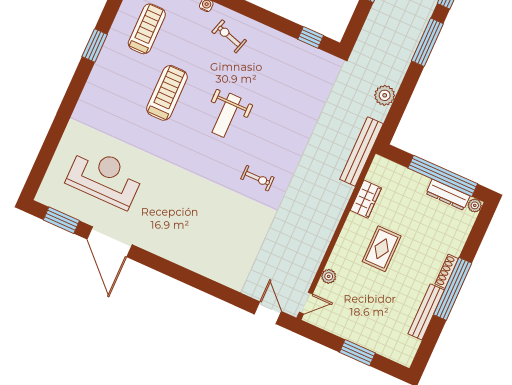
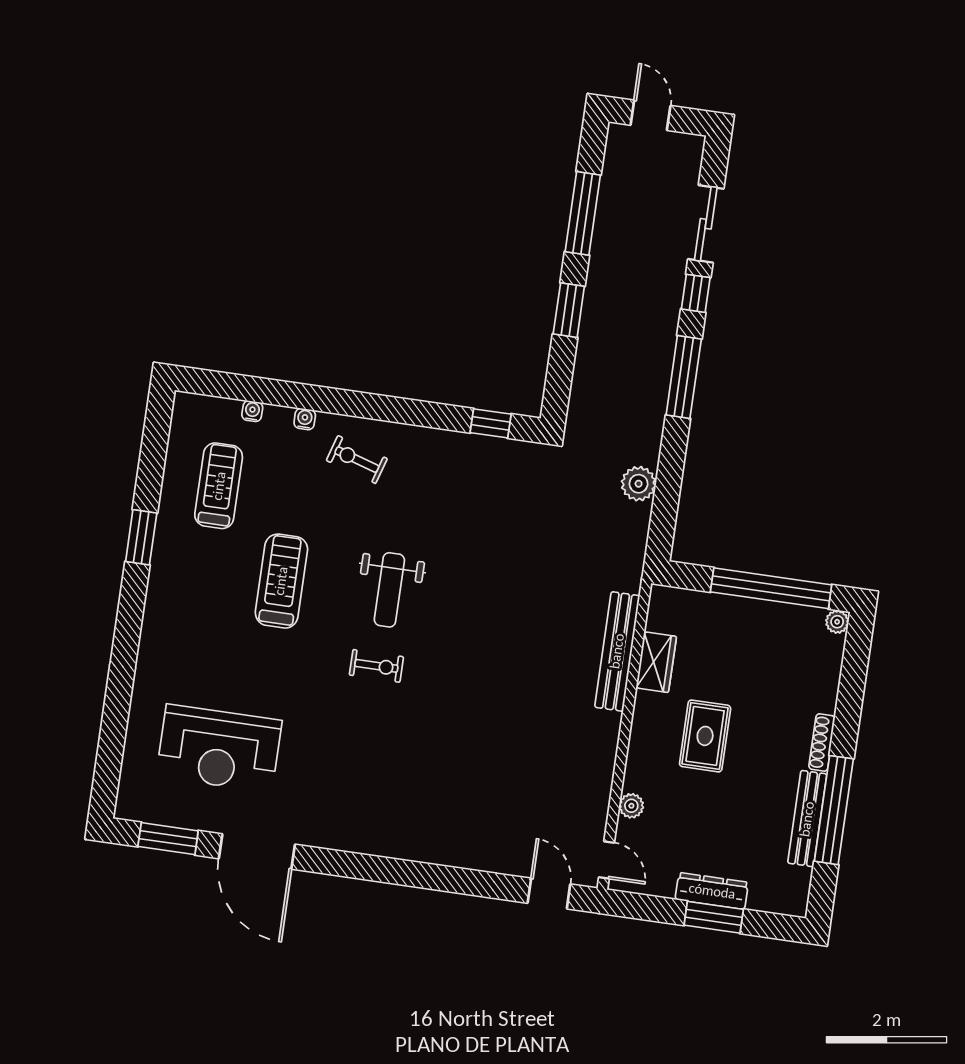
bench: (361, 151) -> (617, 651), moved
reception desk: (105, 177) -> (219, 748), turned 180
exercise bike: (257, 178) -> (376, 666), moved
dresser: (448, 195) -> (712, 891), moved, turned 180
window: (453, 289) -> (834, 810), moved
door: (306, 303) -> (606, 860), hinge flipped

